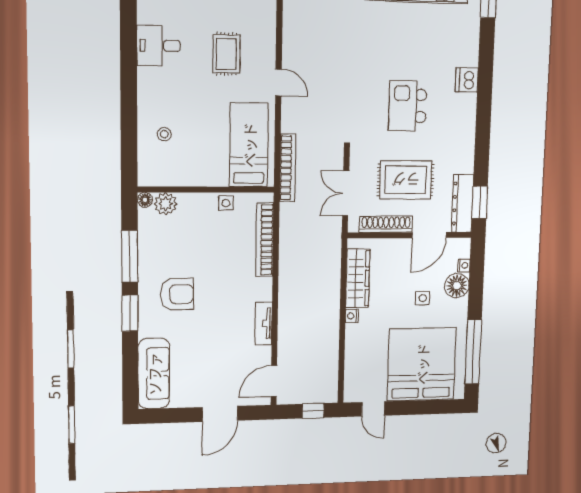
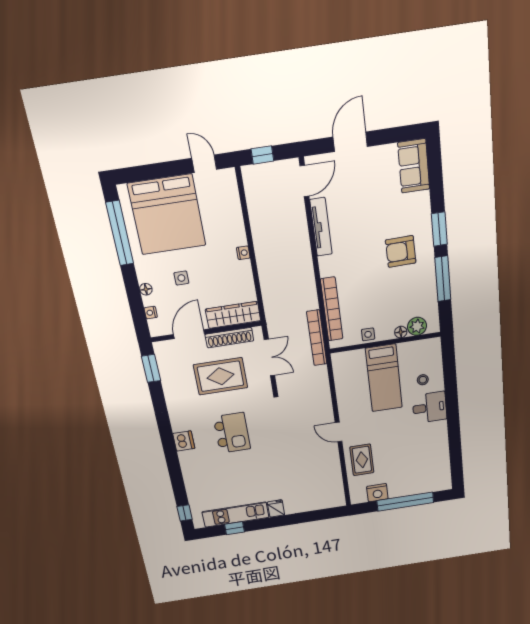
desk: (159, 46) -> (430, 408), moved
rug: (226, 54) -> (362, 460), moved
dishwasher: (467, 80) -> (184, 441), moved
bed: (249, 145) -> (384, 378), moved
bookcase: (288, 168) -> (317, 338), moved
floor lamp: (145, 200) -> (401, 332), moved
dresser: (462, 203) -> (166, 365), removed
wardrobe: (358, 278) -> (233, 315), moved, turned 90
floor lamp: (457, 286) -> (146, 289), width x0.53, depth x0.53
tv unit: (264, 323) -> (321, 227), width x1.41
sofa: (154, 374) -> (414, 166), width x0.73

